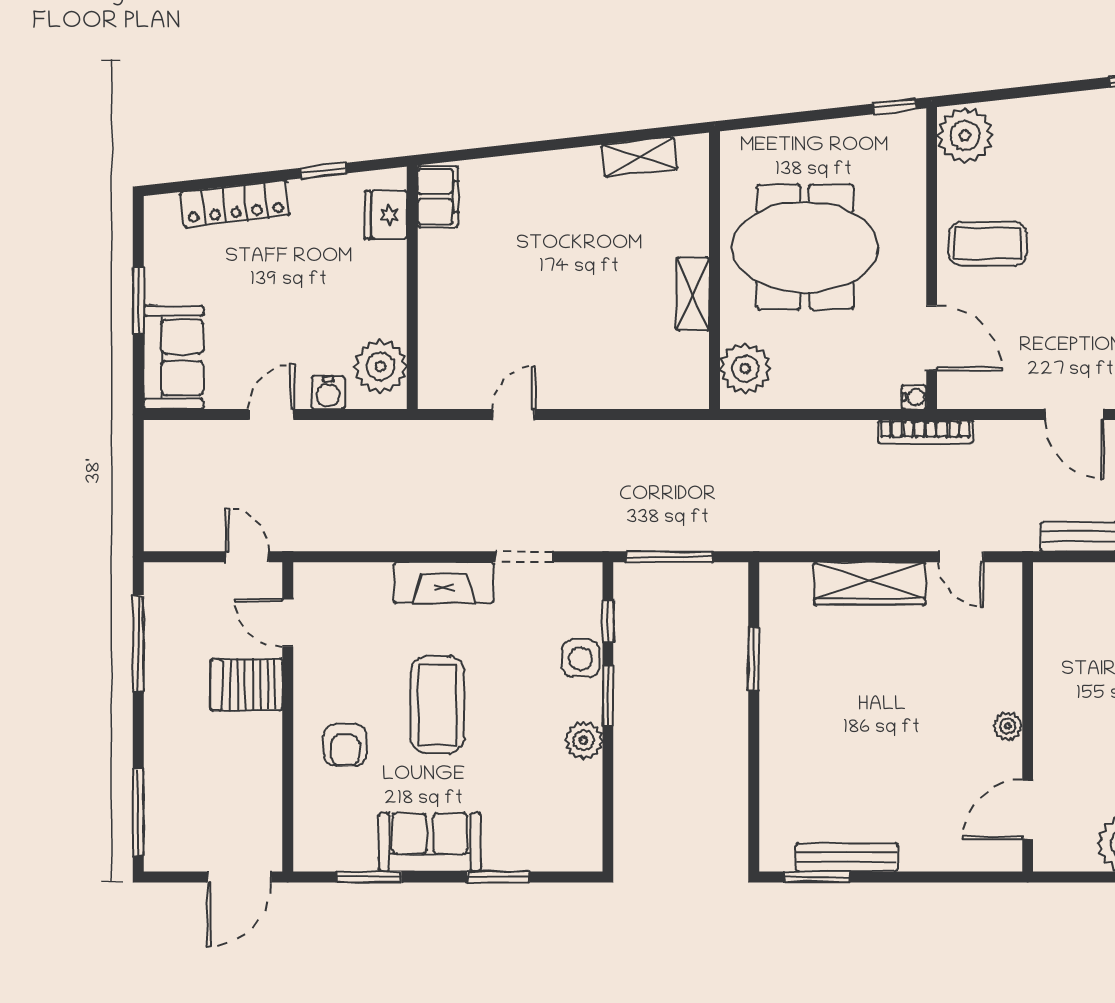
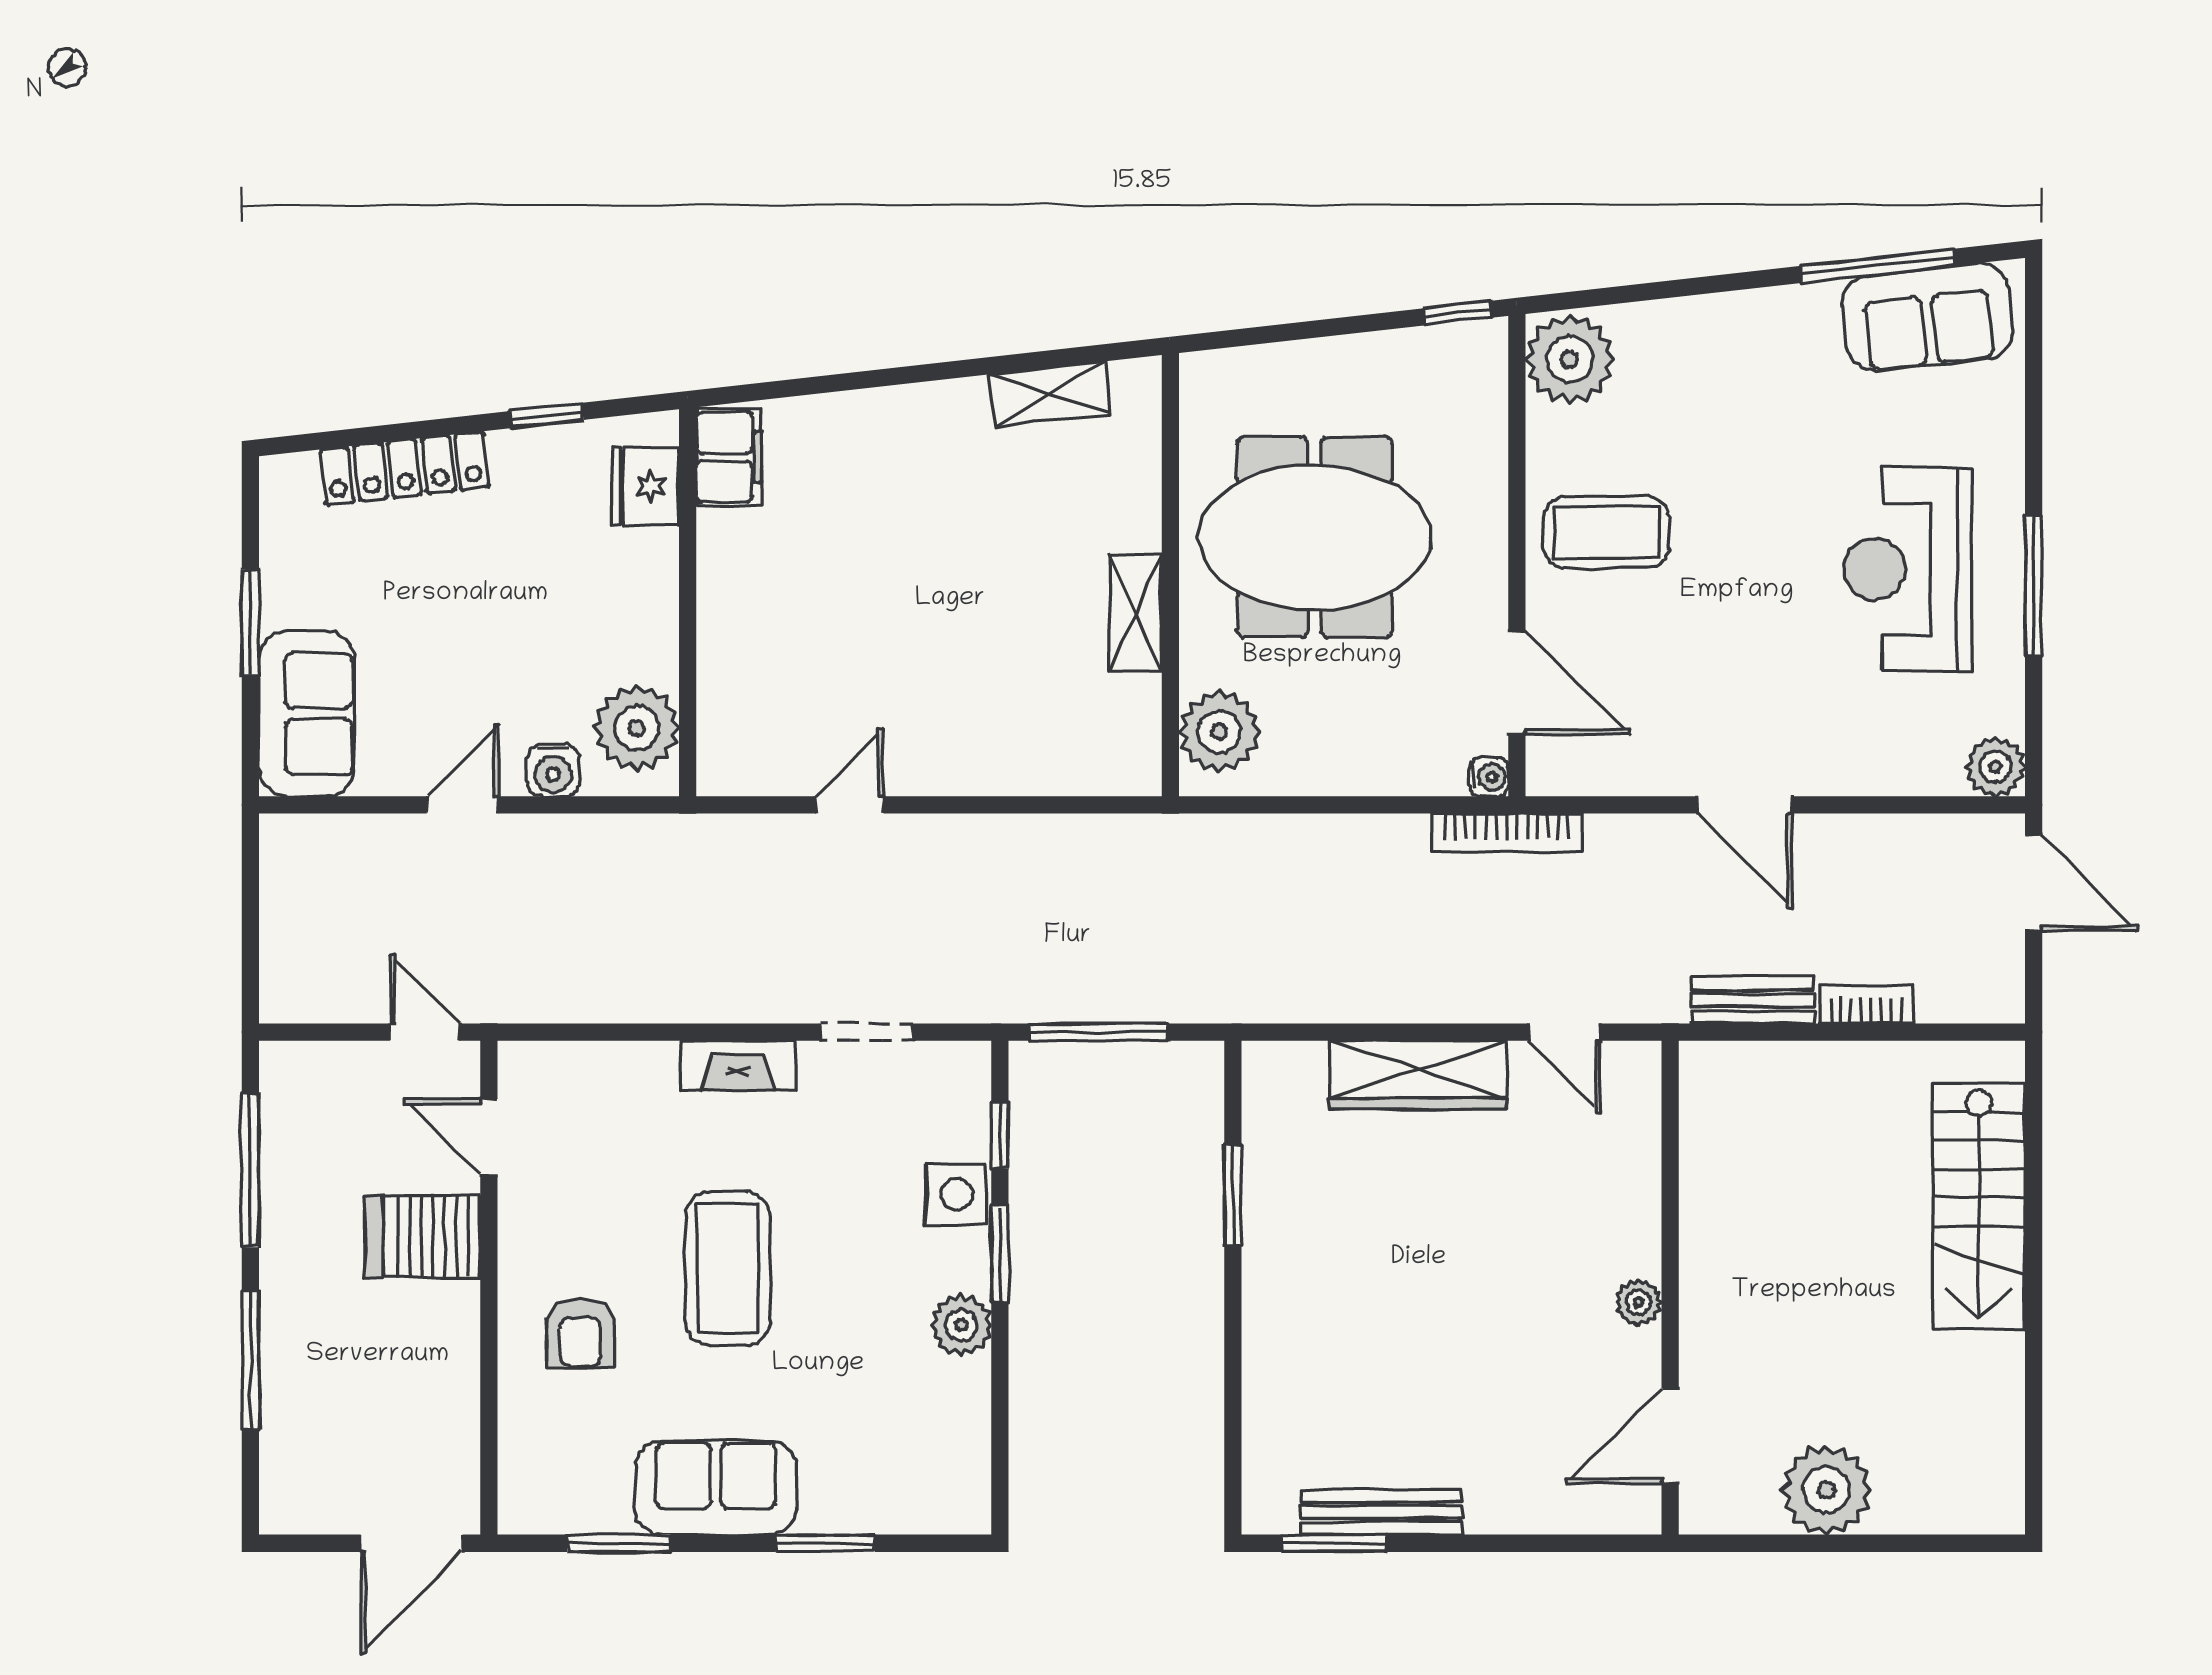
fireplace: (444, 583) -> (738, 1065), width x0.73, depth x0.76
window: (138, 812) -> (250, 1361), moved

